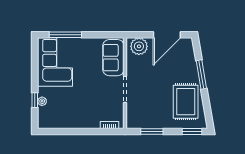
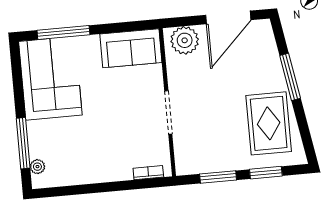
sofa: (113, 58) -> (131, 48), moved, turned -90
window: (35, 100) -> (23, 143), width x2.17
plant: (42, 101) -> (37, 167), moved
window: (192, 132) -> (266, 173), moved

